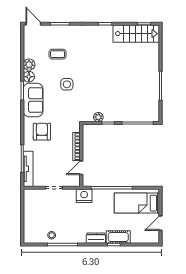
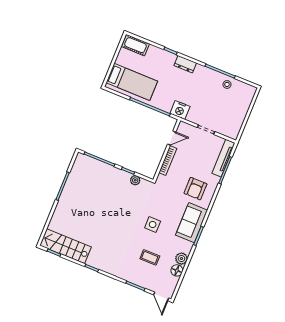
floor lamp: (29, 77) -> (177, 270), moved
door: (161, 223) -> (117, 53), removed
cot: (118, 237) -> (136, 45), moved

